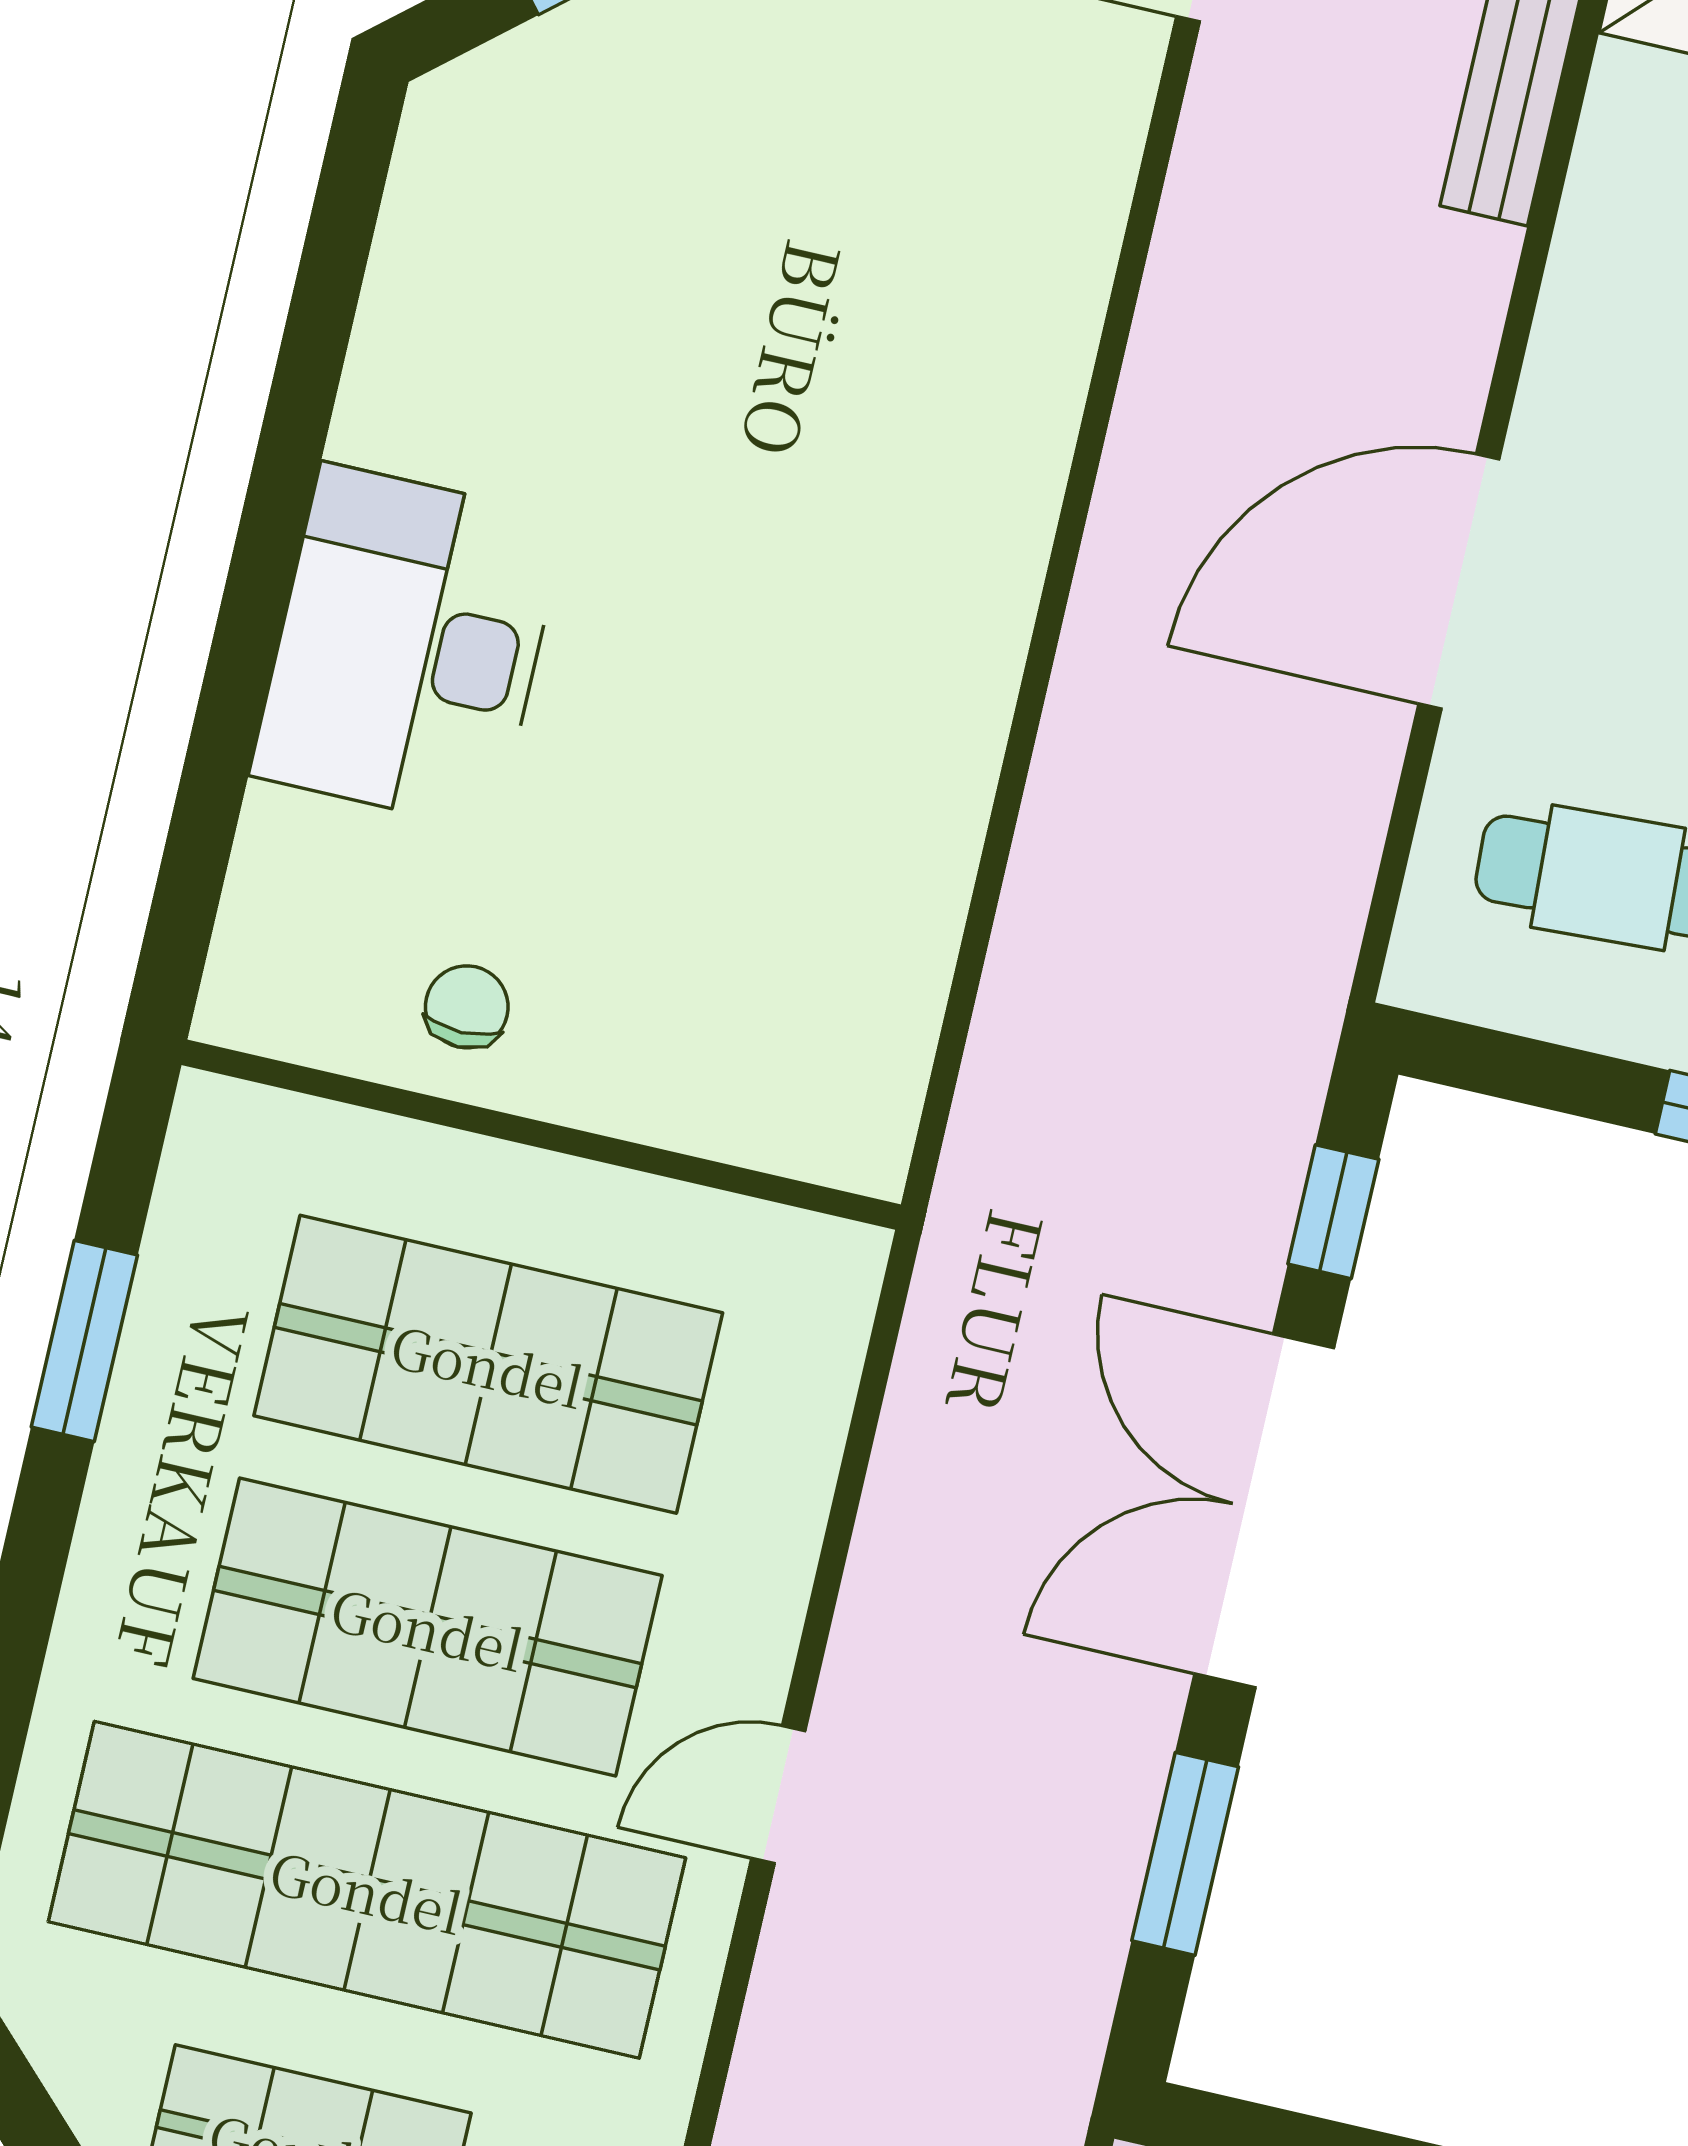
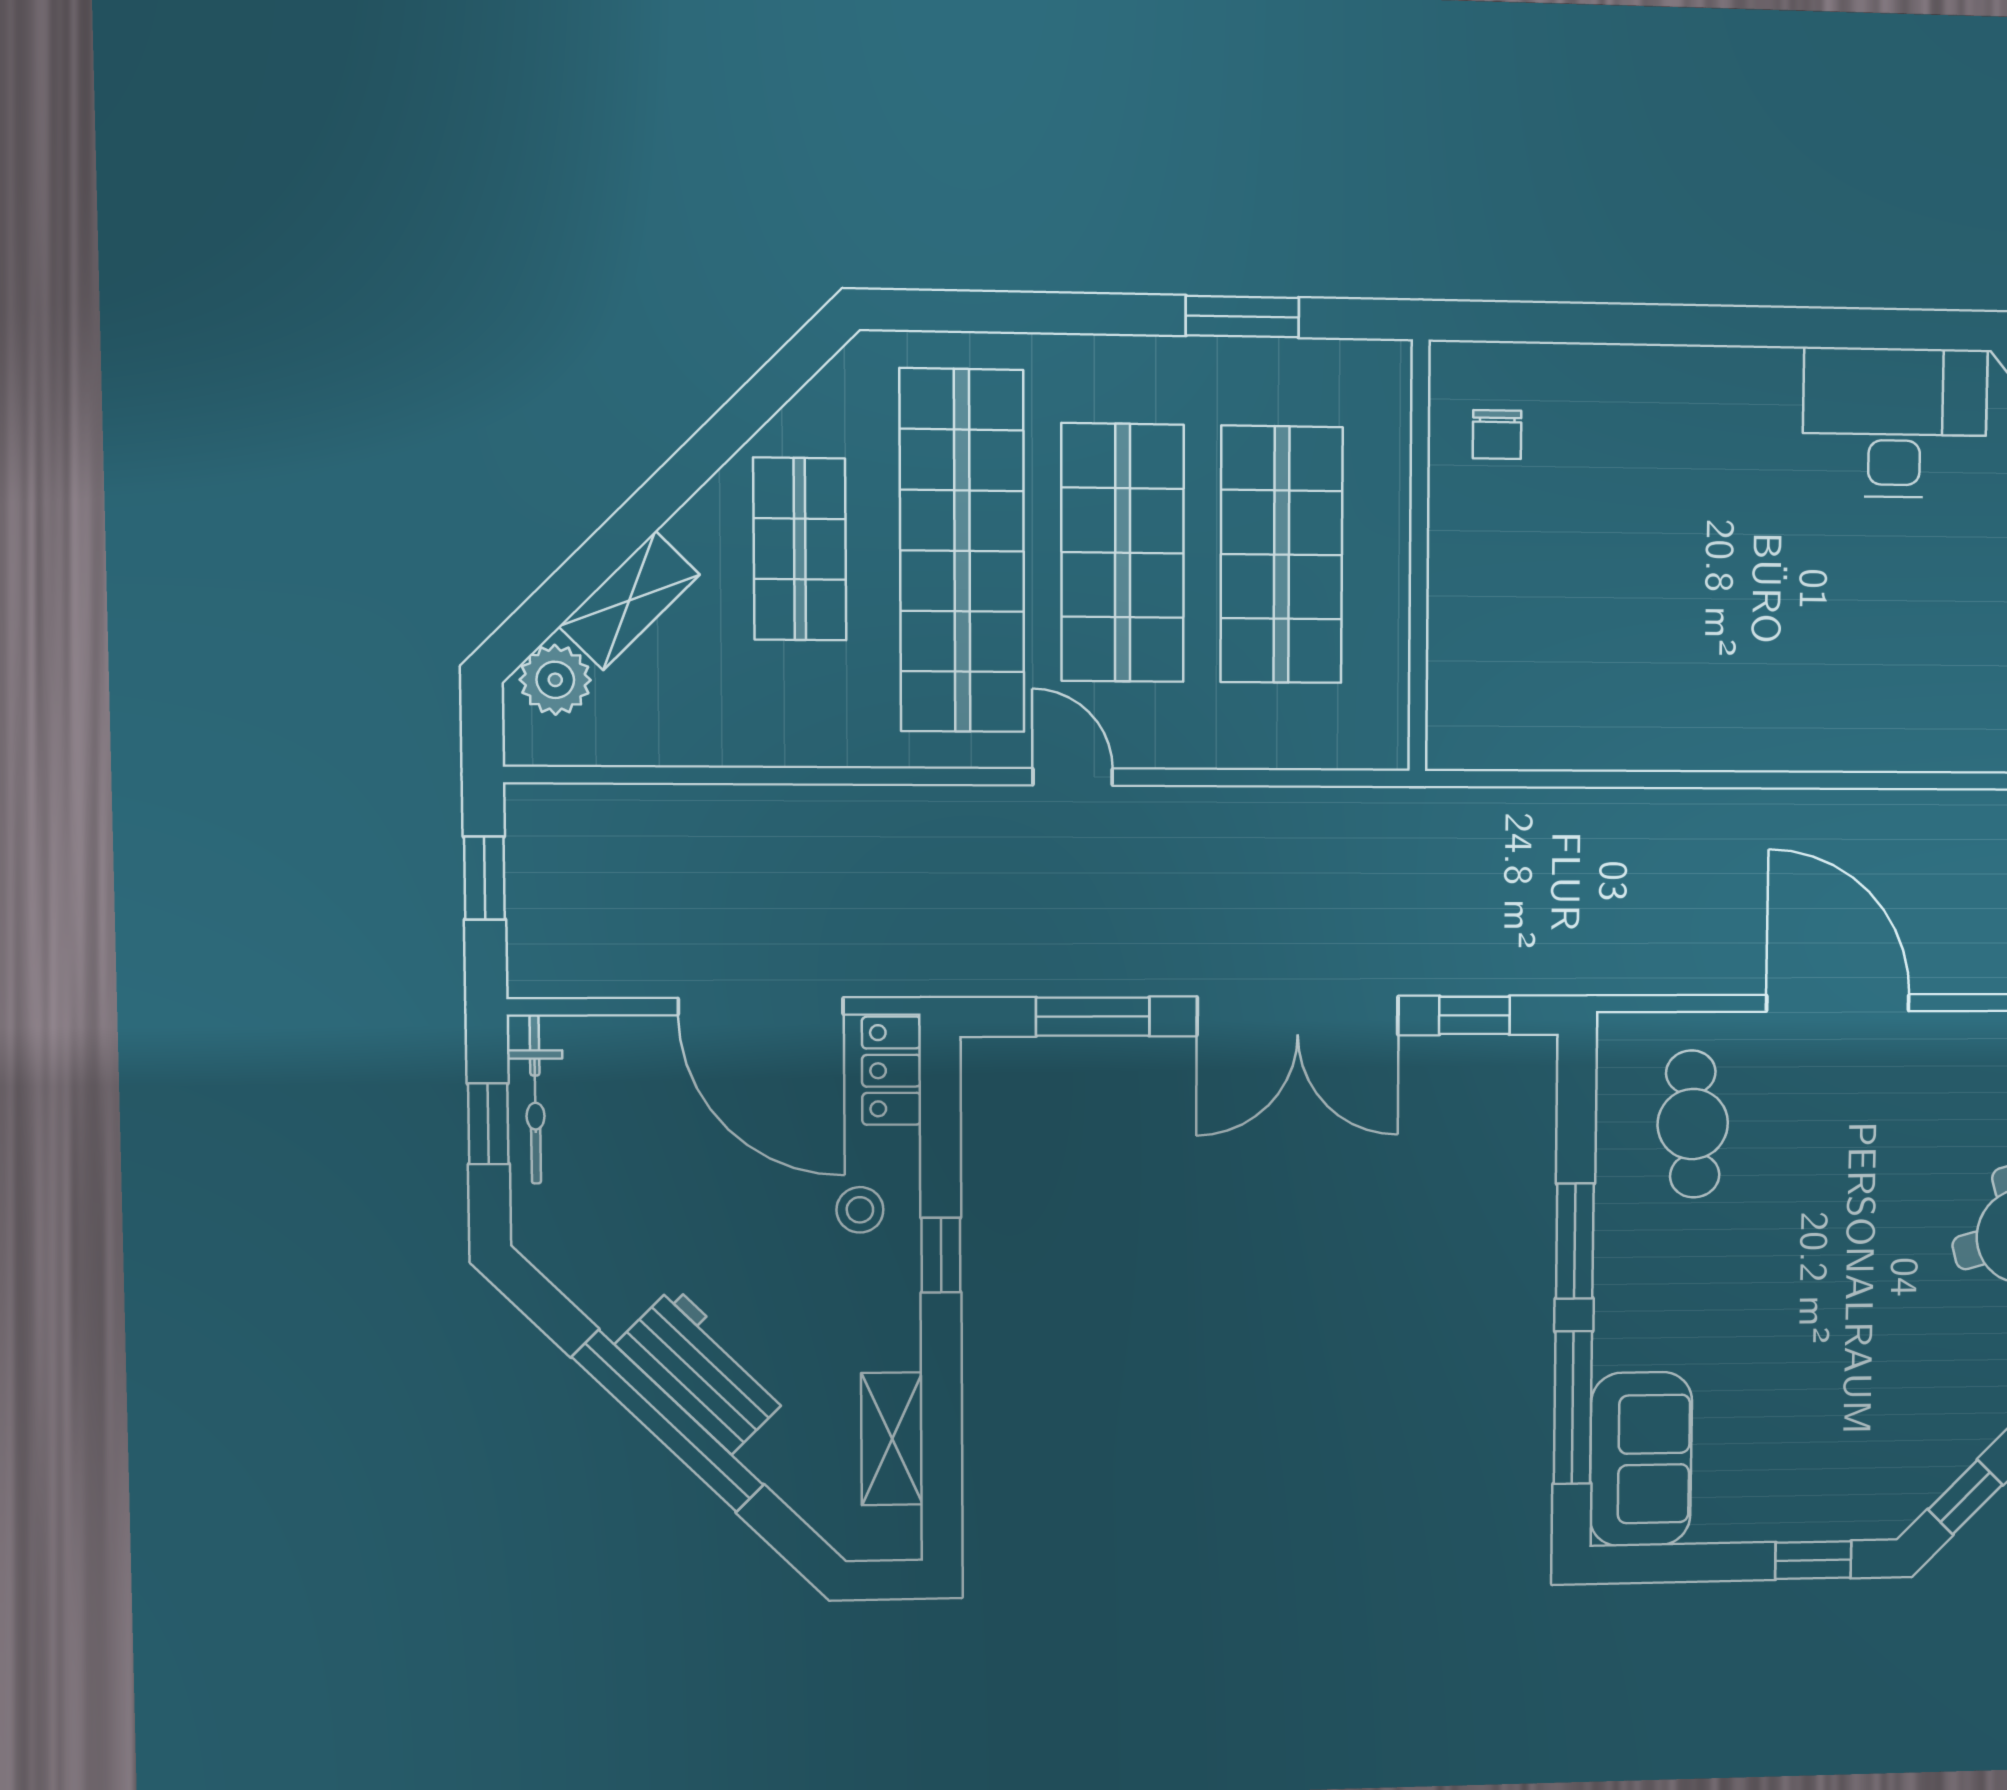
desk: (408, 647) -> (1895, 423), moved
chair: (467, 1007) -> (1497, 435), moved, turned 90
double door: (1264, 1511) -> (1298, 1016), swing flipped

